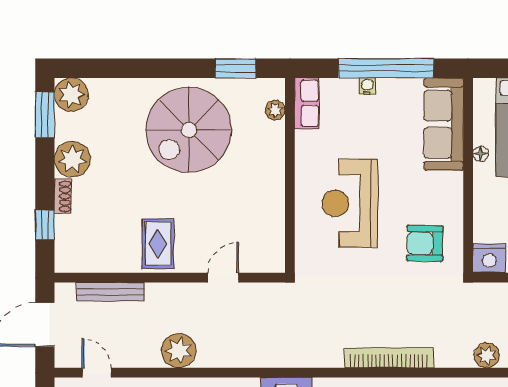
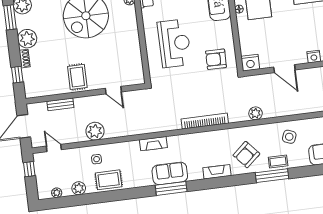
reception desk: (350, 203) -> (174, 43), turned 180
door: (223, 278) -> (113, 90), swing flipped
bench: (110, 292) -> (60, 104), width x0.73

